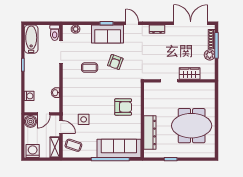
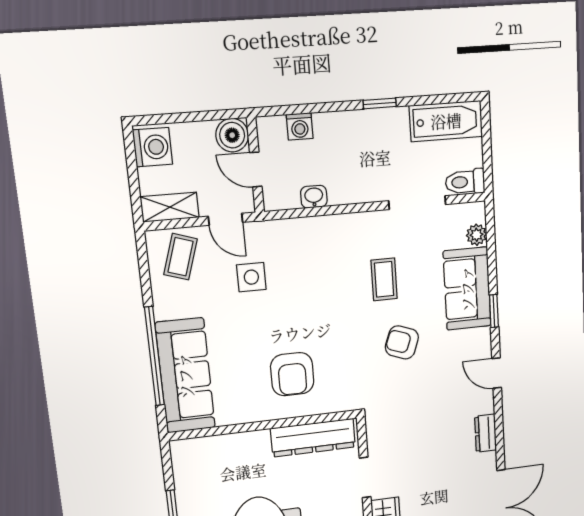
door: (132, 23) -> (497, 373), swing flipped
sofa: (108, 34) -> (467, 289), moved
door: (61, 127) -> (225, 219), hinge flipped
dresser: (150, 133) -> (313, 438), moved

